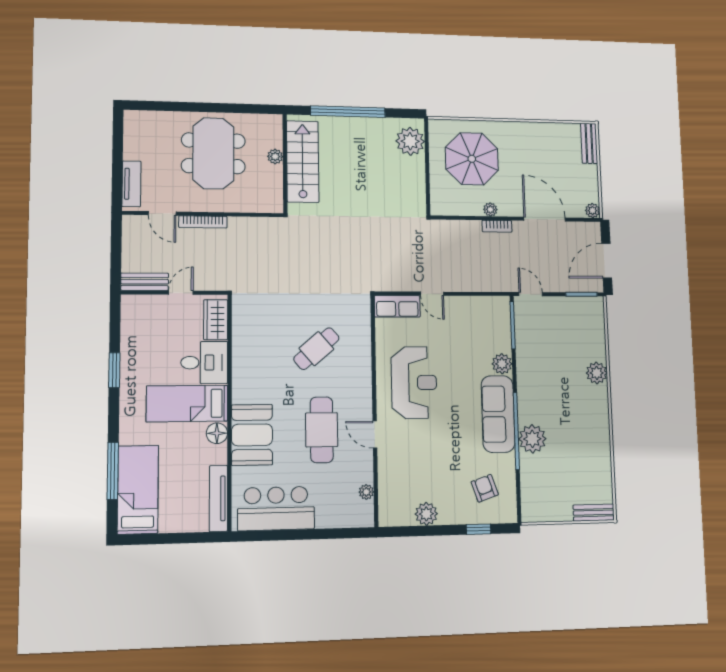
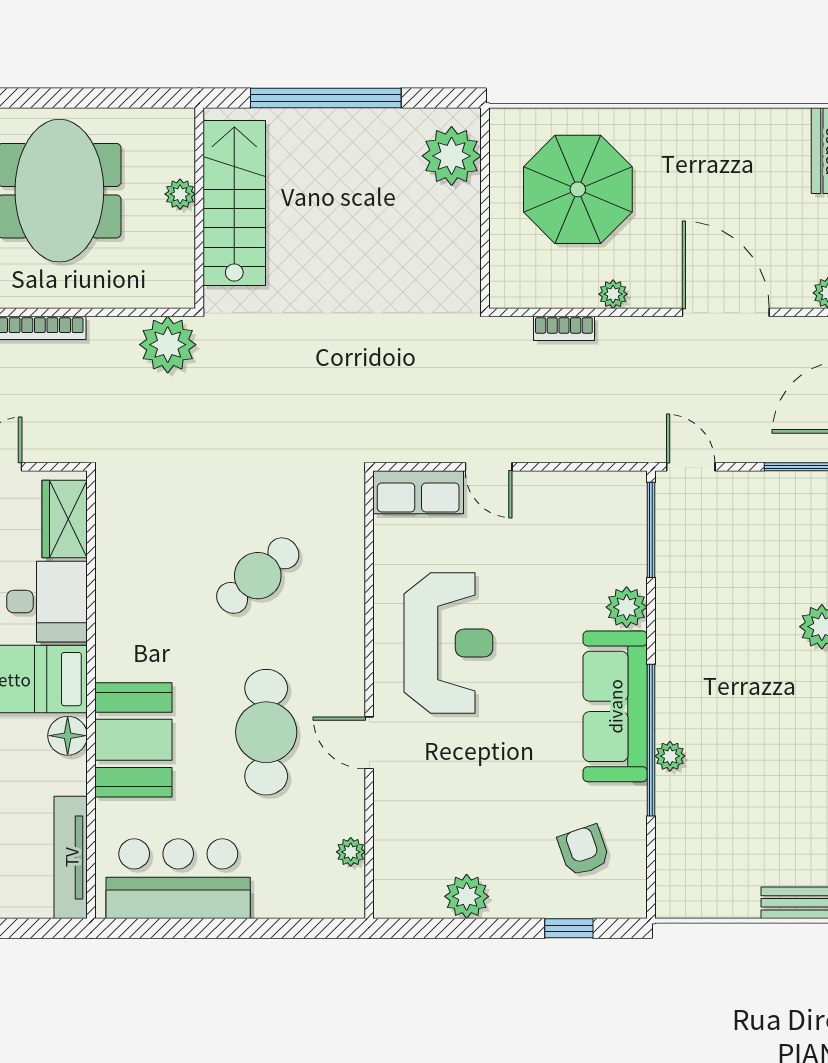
bookcase: (497, 226) -> (564, 328), moved
plant: (269, 231) -> (168, 345), added
plant: (532, 439) -> (670, 756), width x0.53, depth x0.53

